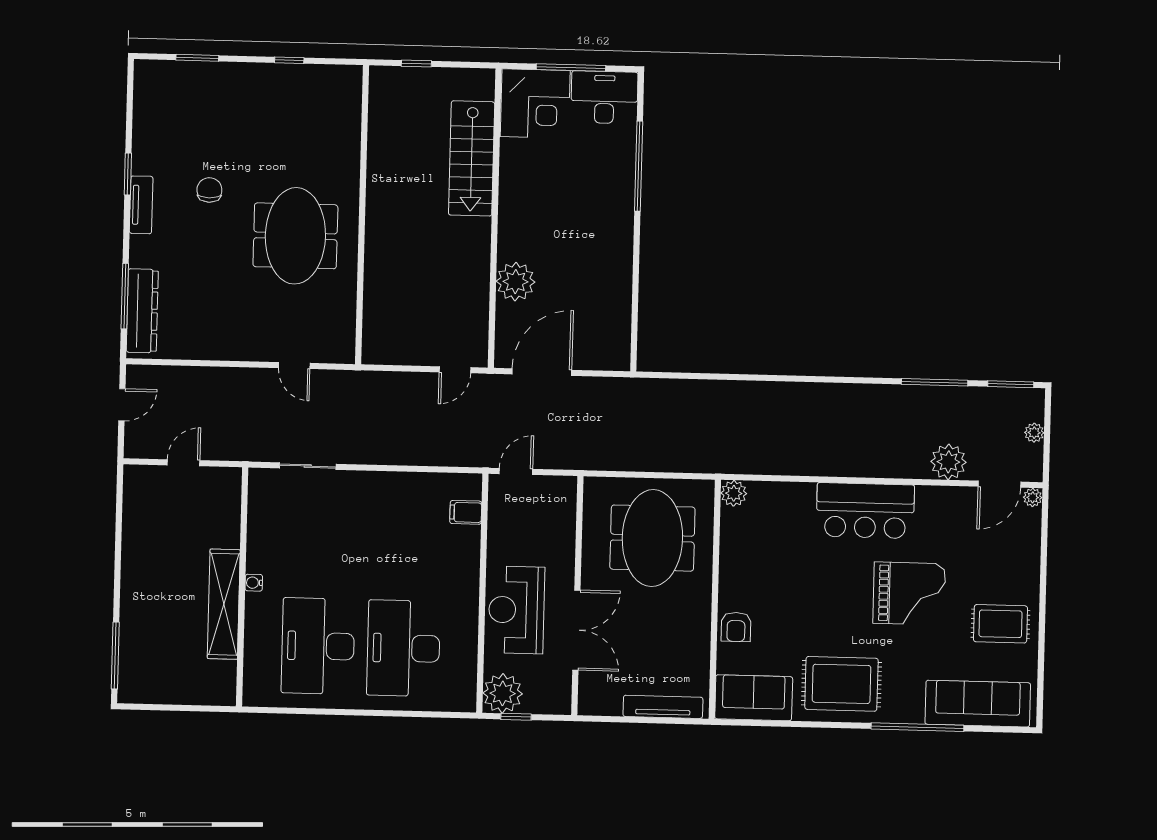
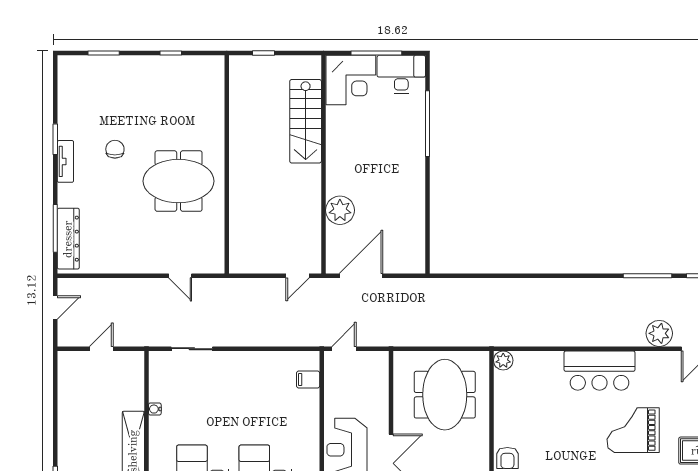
meeting table: (295, 236) -> (179, 181), turned 90
water cooler: (254, 583) -> (155, 409), moved
grand piano: (909, 593) -> (633, 430), turned 180

